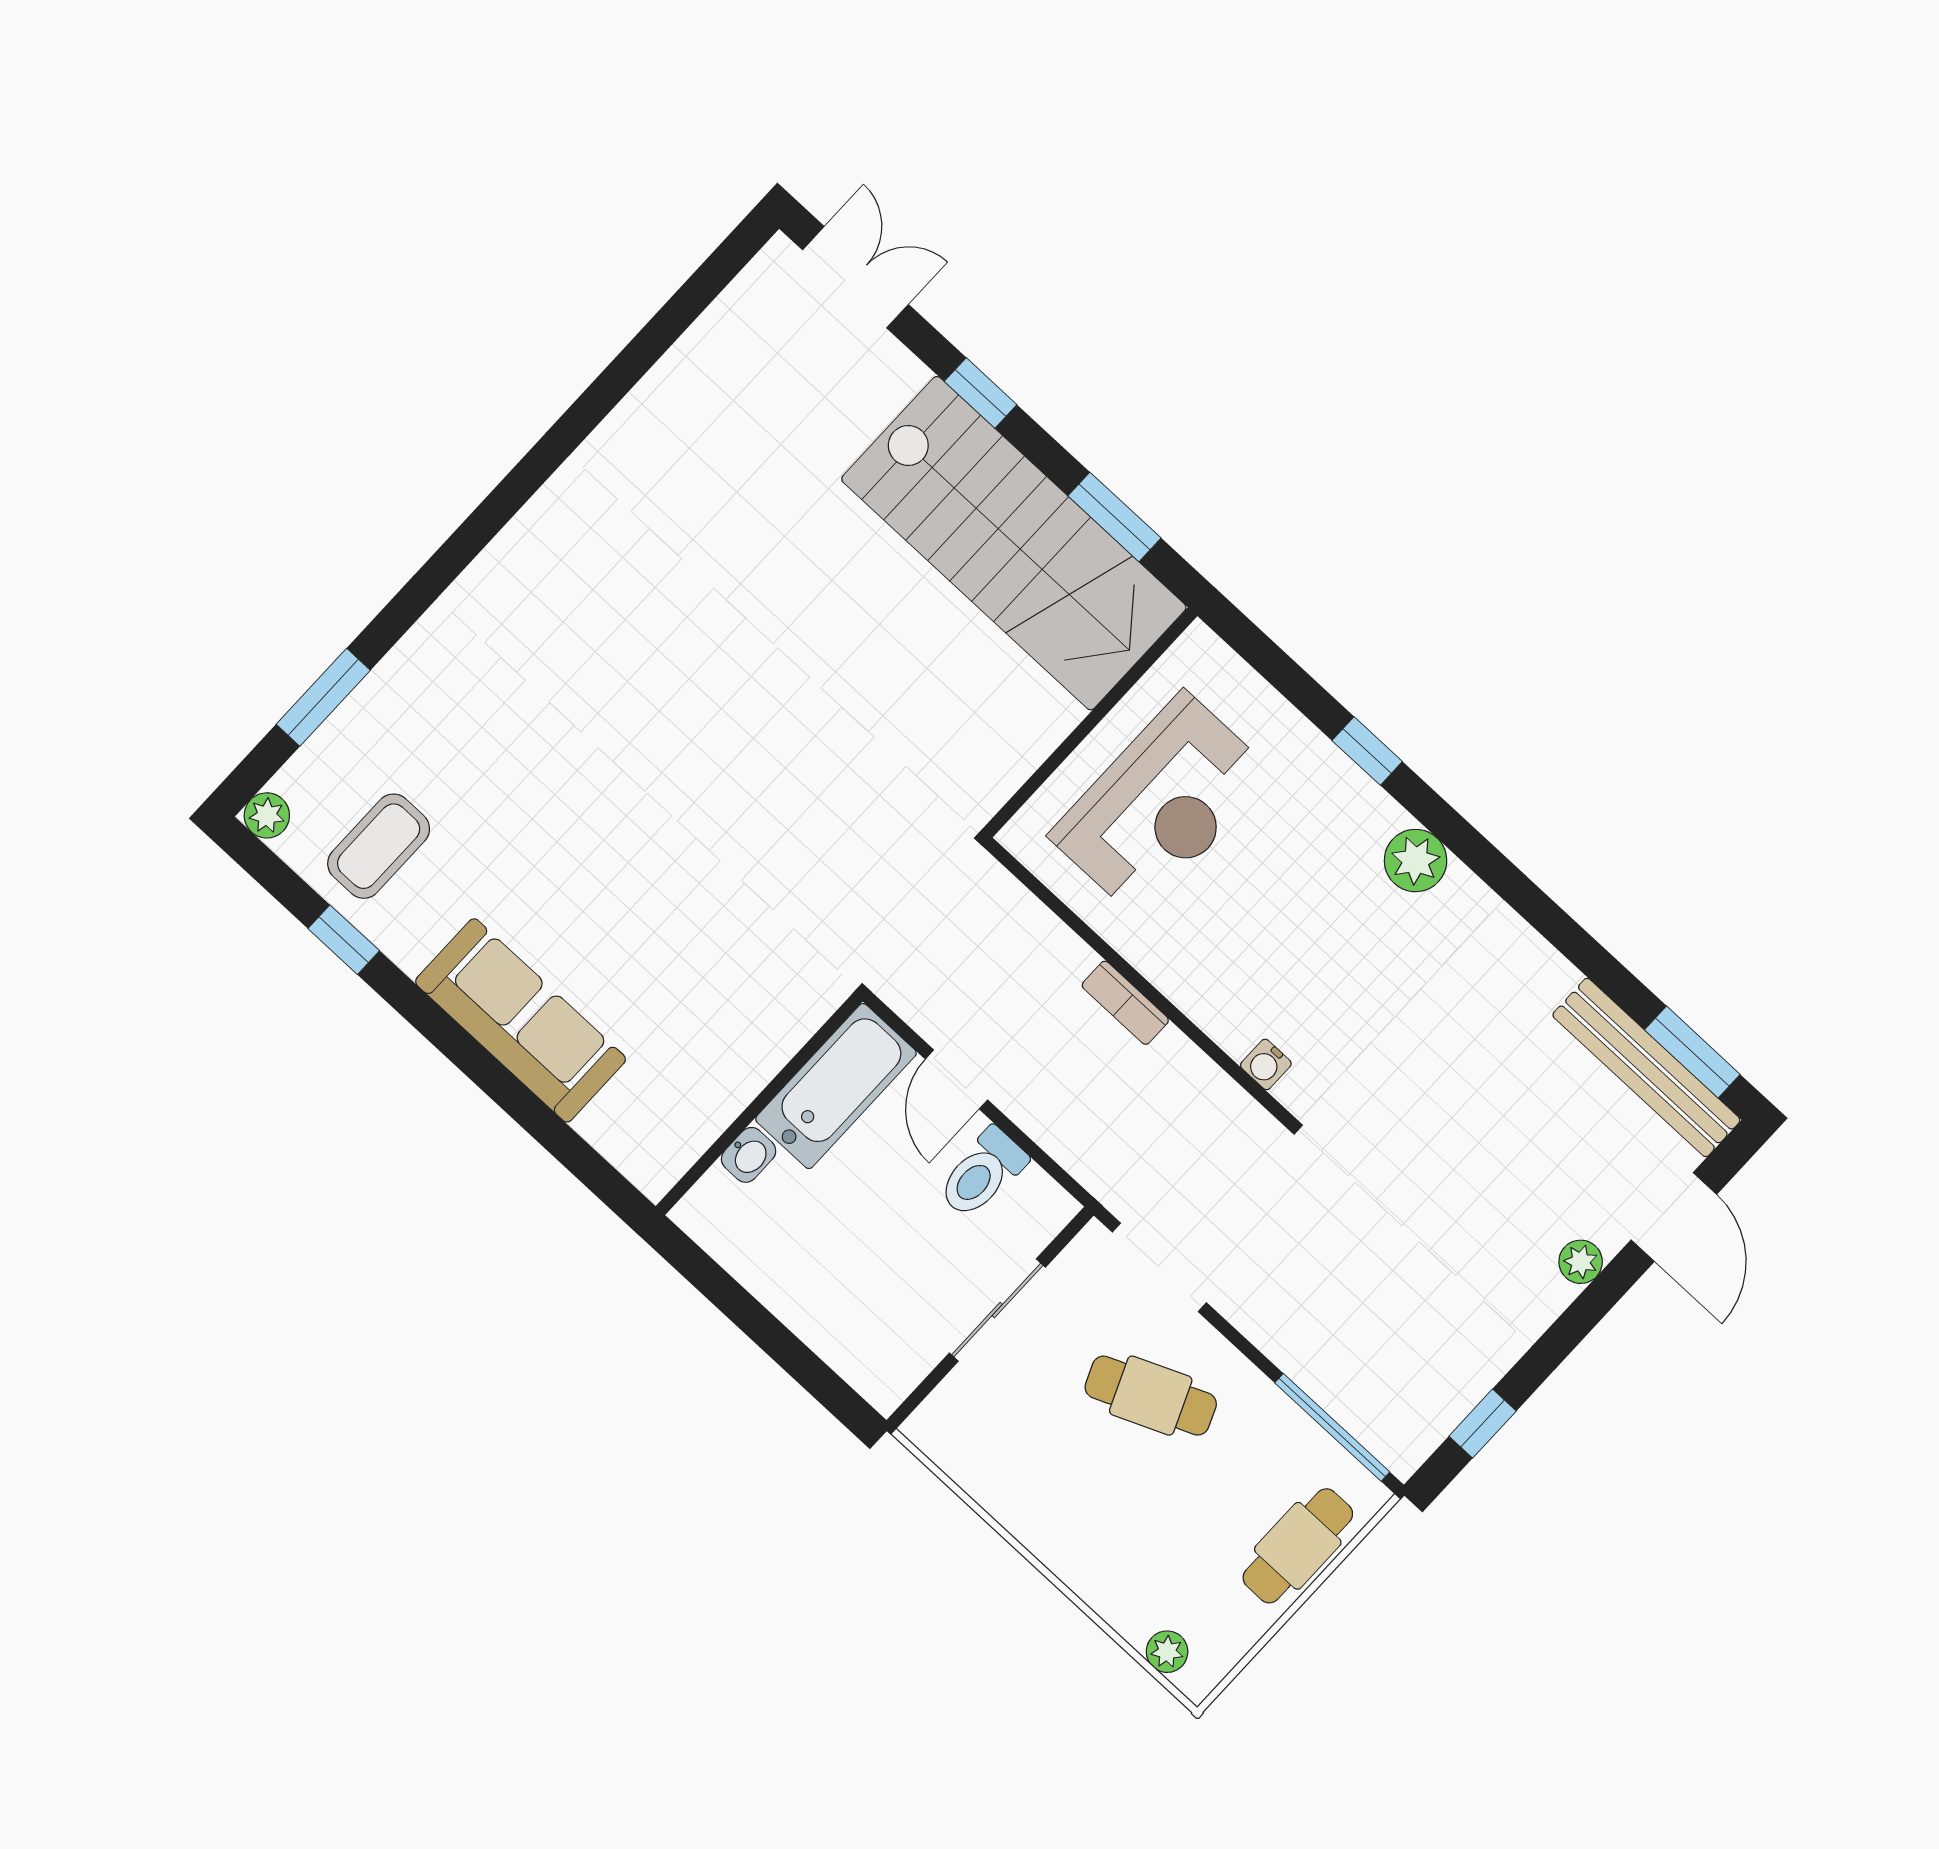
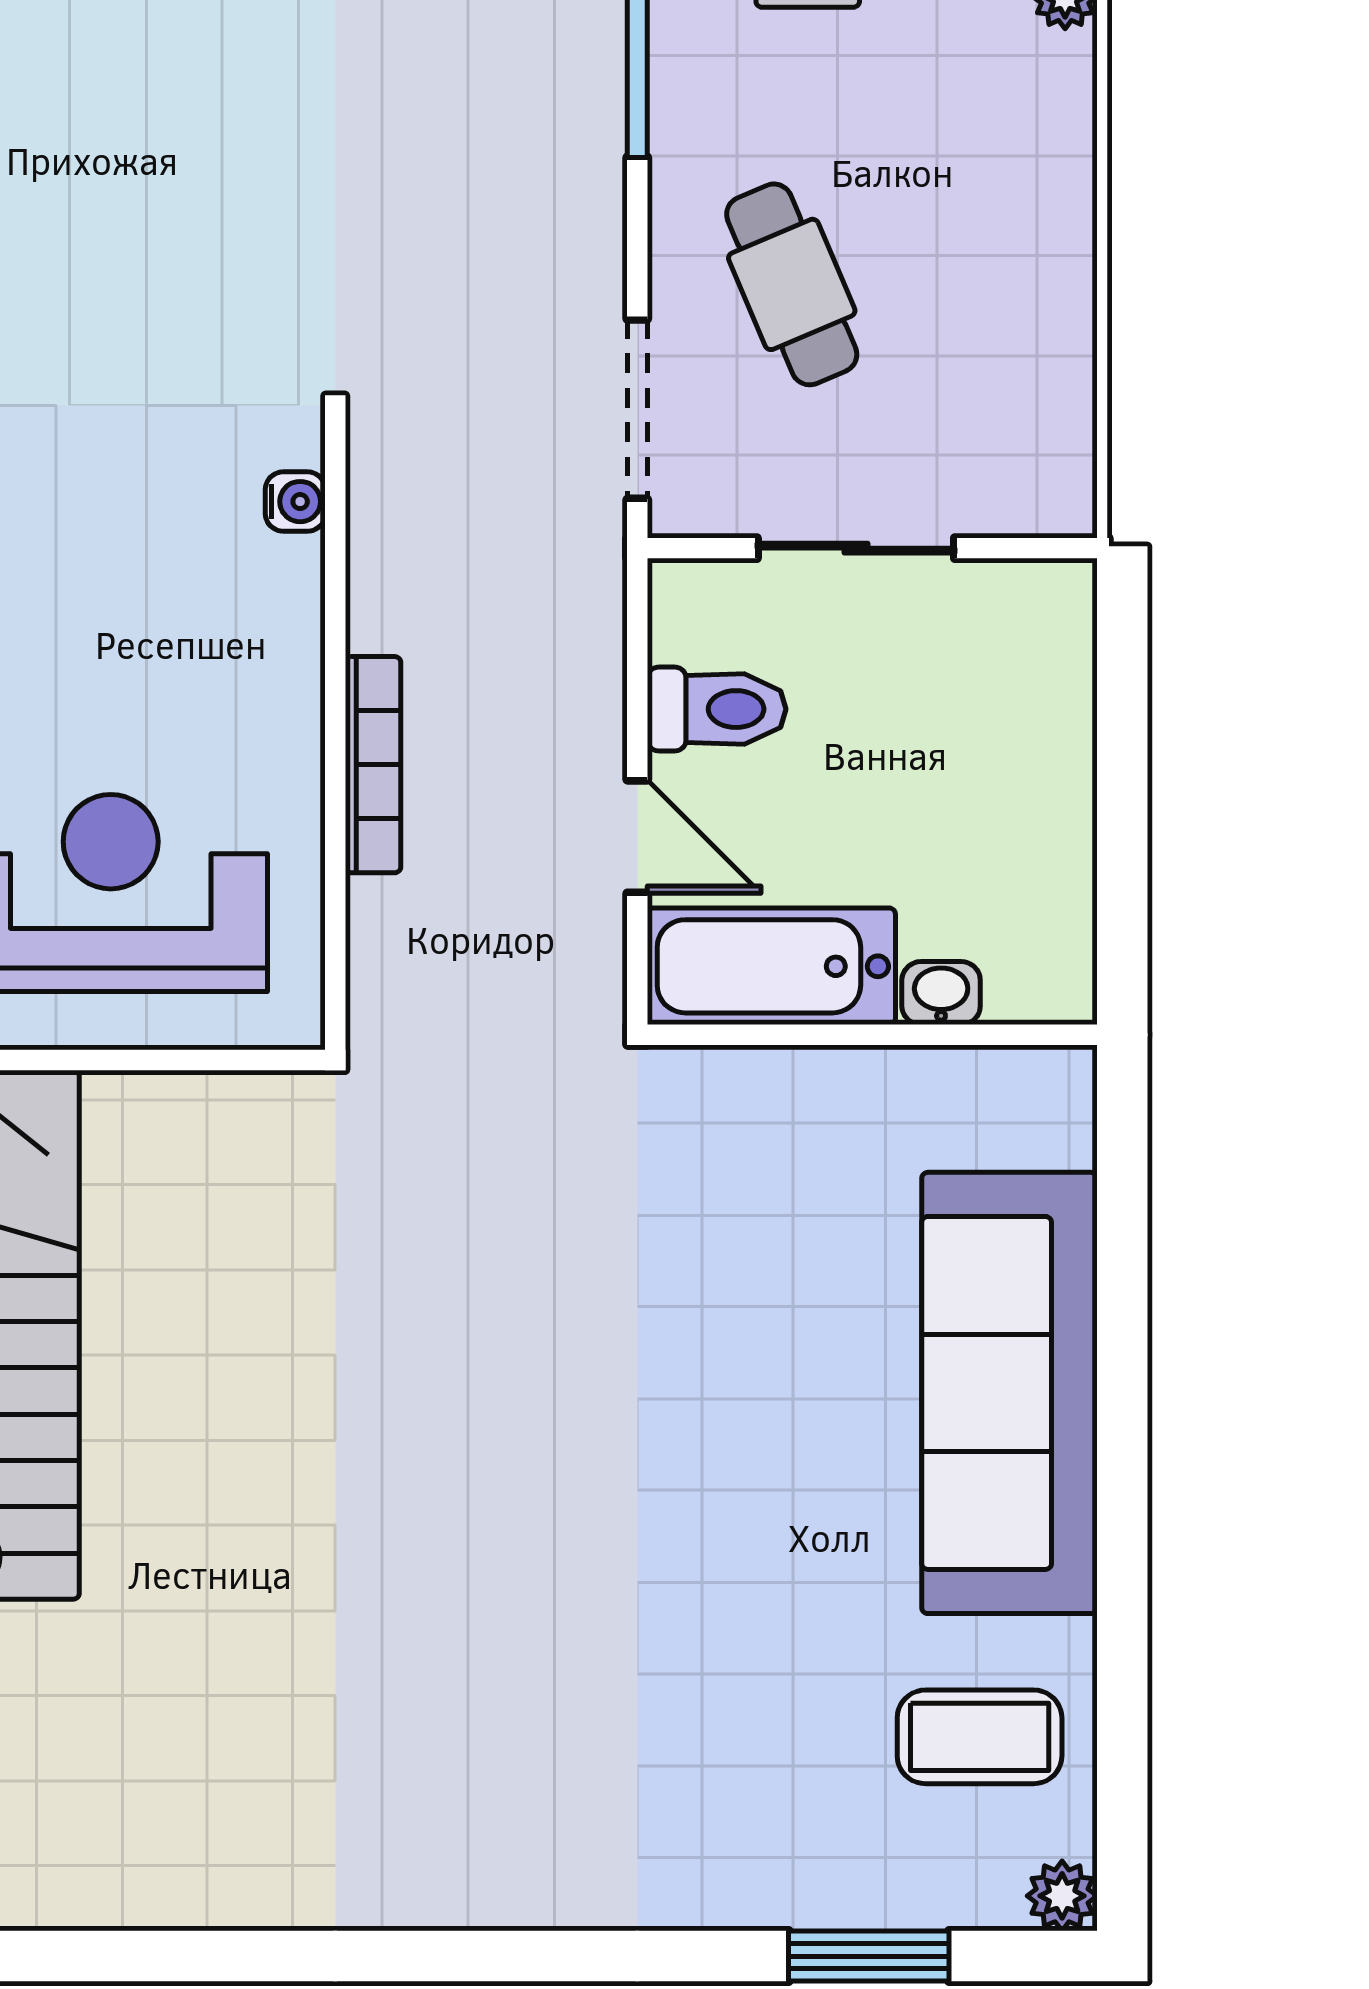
window: (344, 940) -> (1122, 1678), removed
bookcase: (1125, 1003) -> (373, 765), width x1.56
sofa: (521, 1020) -> (1009, 1393), width x1.36, depth x1.27
door: (956, 1079) -> (637, 837), hinge flipped

